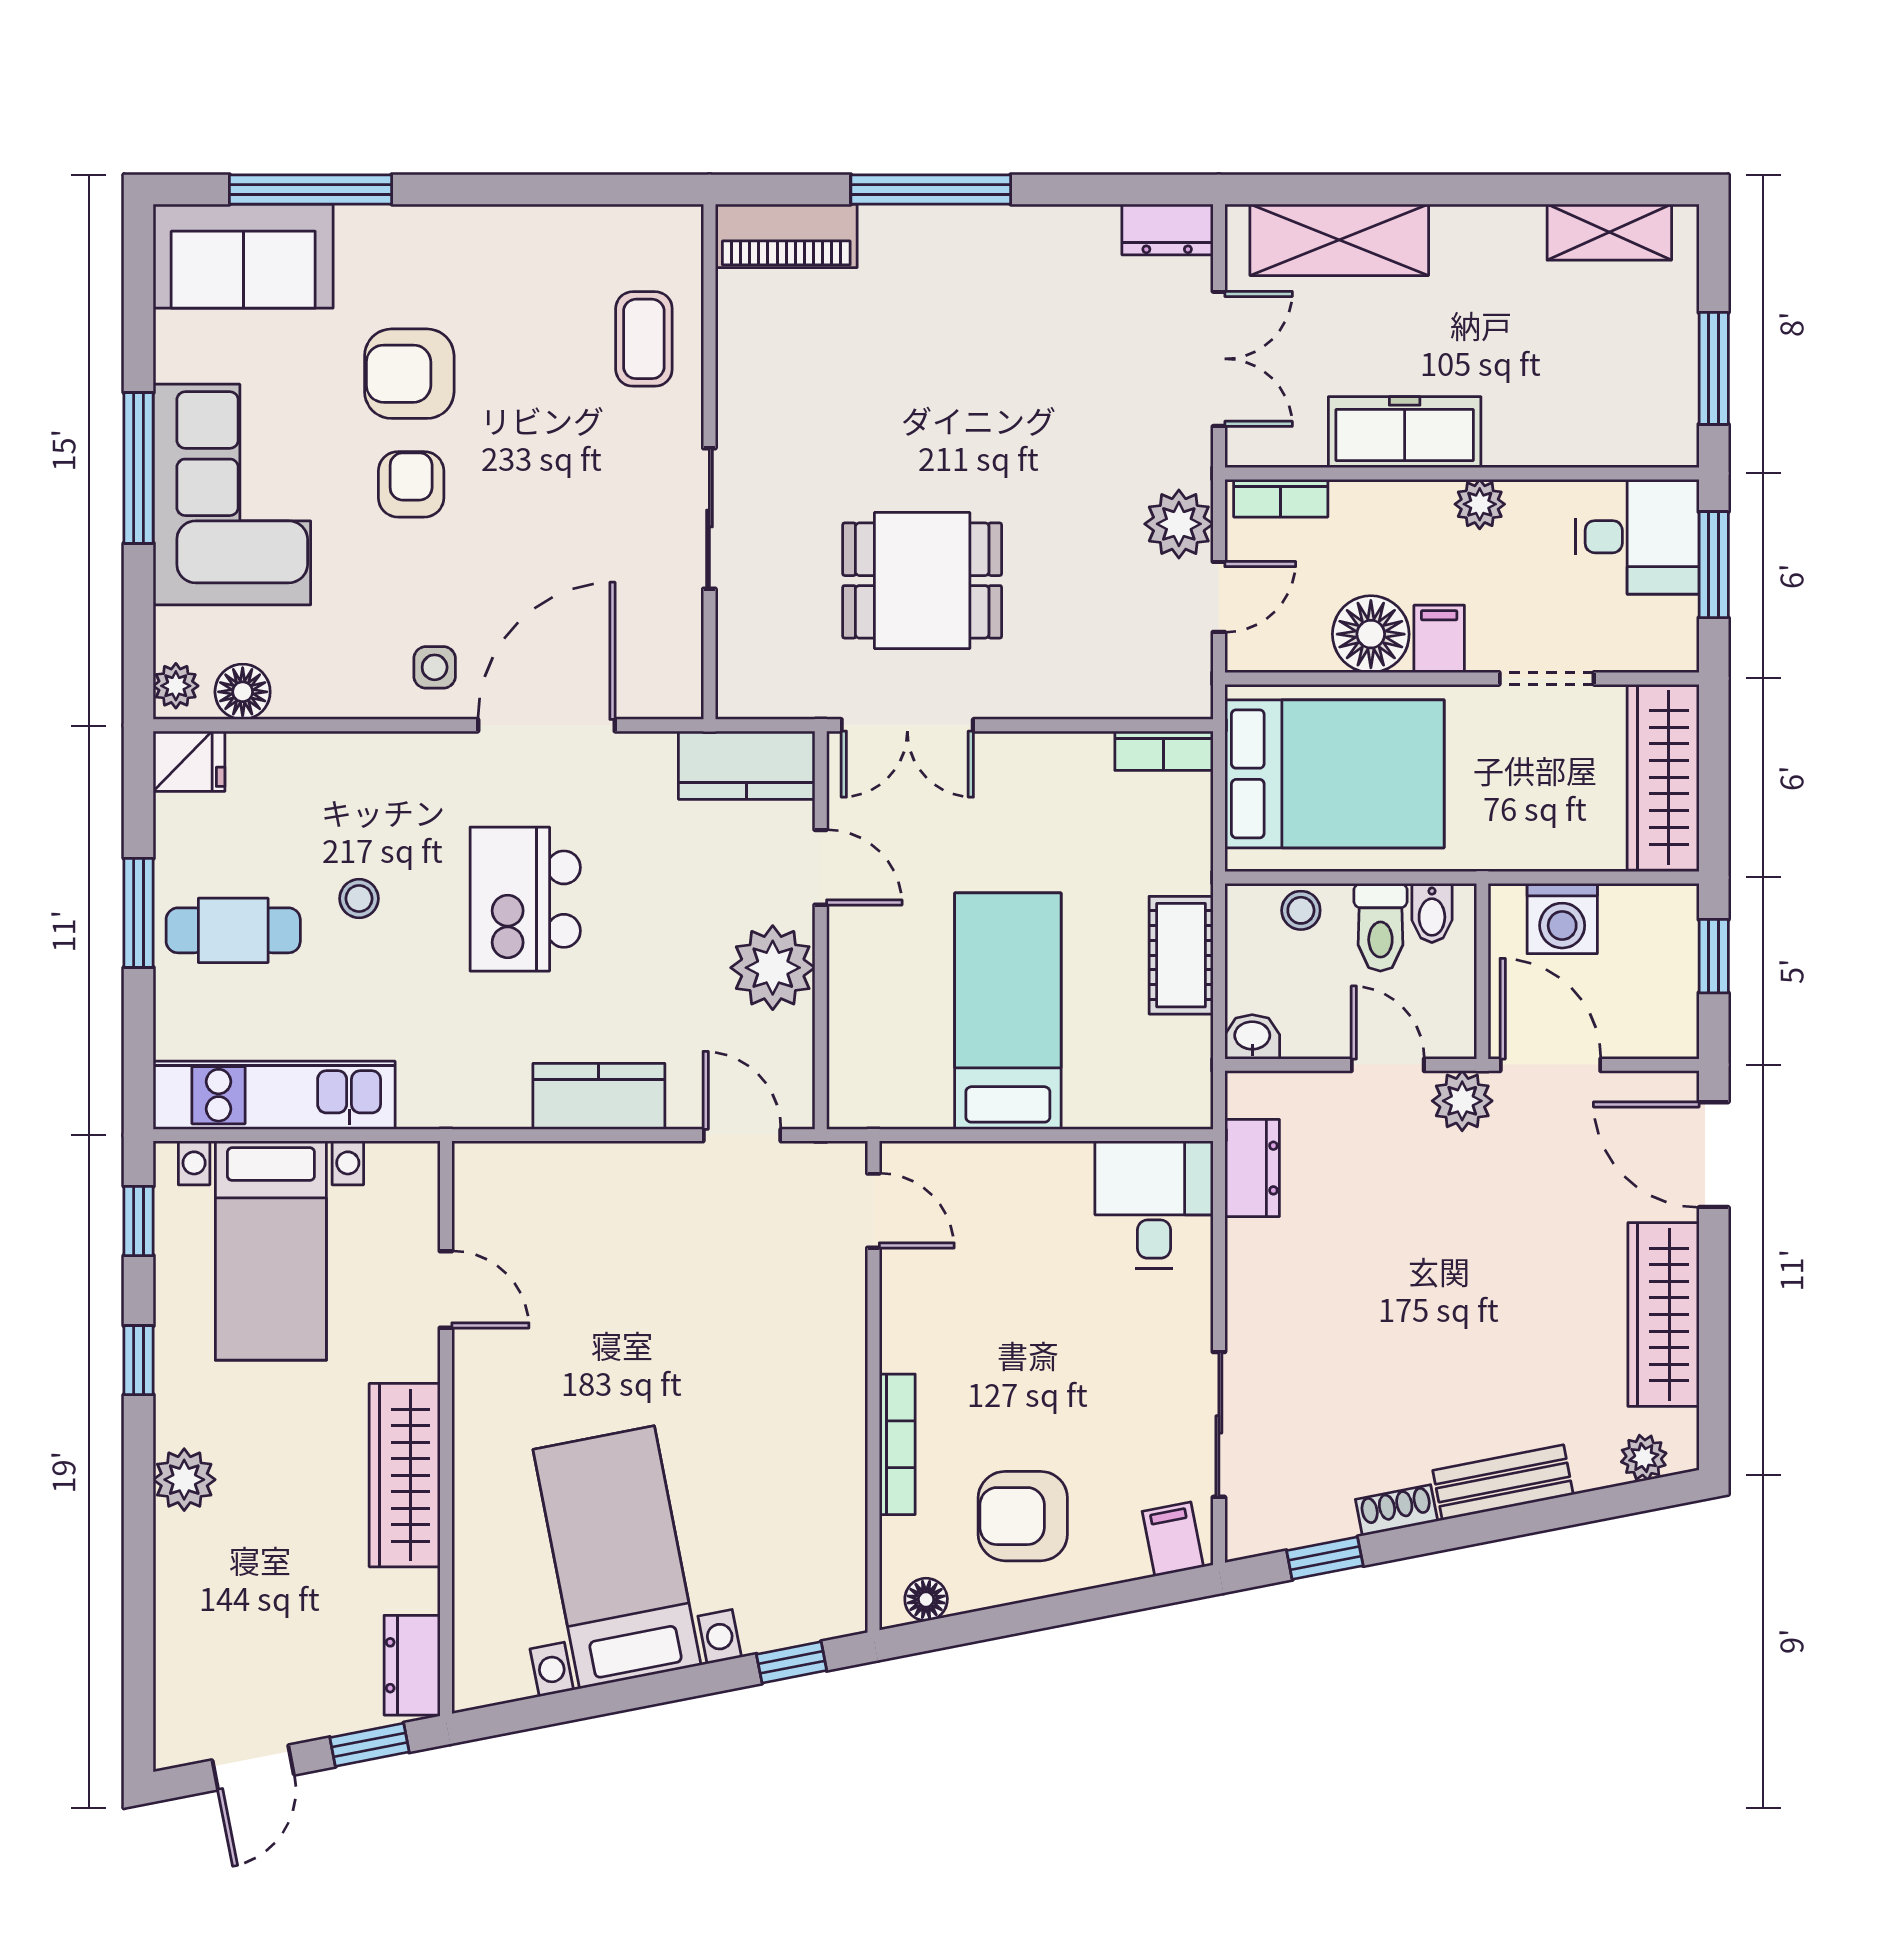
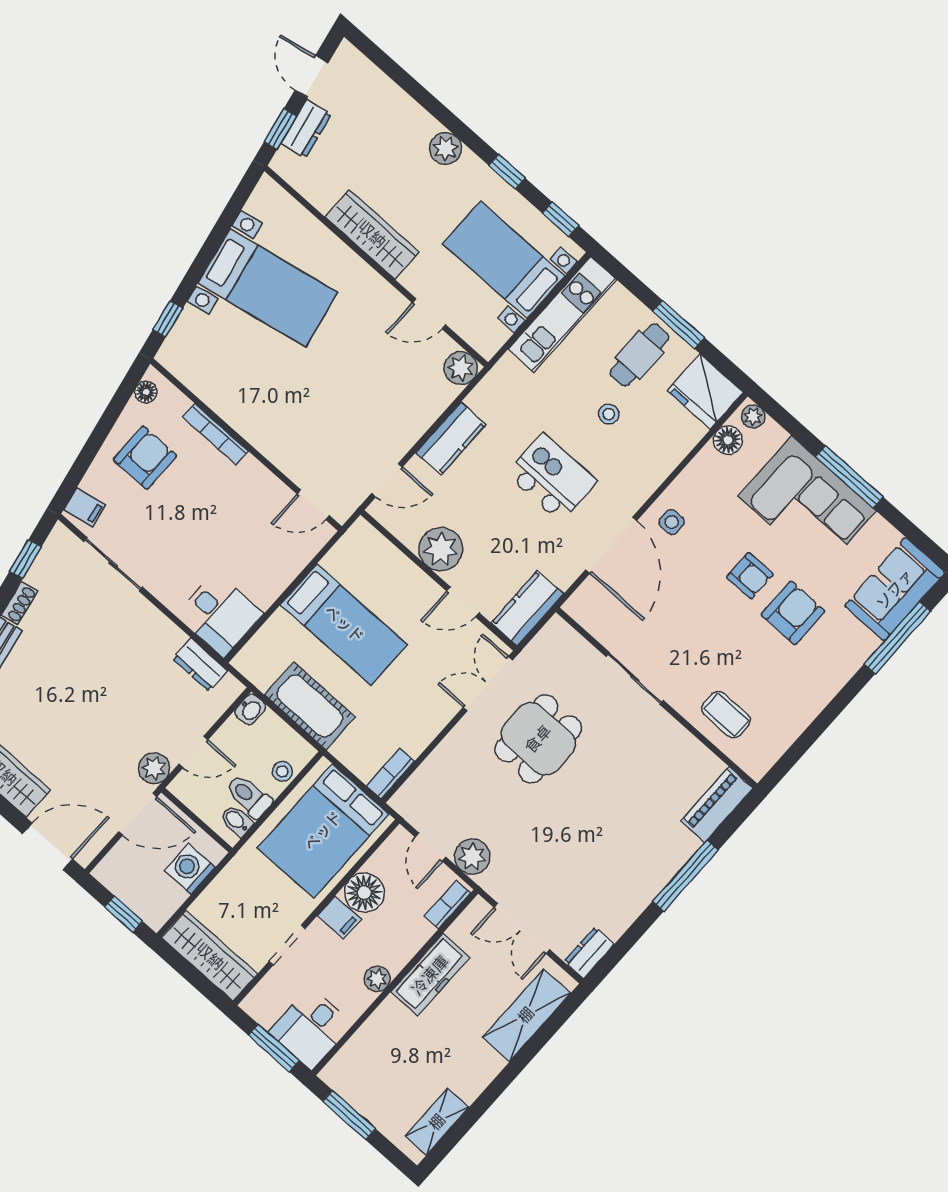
fridge: (189, 761) -> (705, 391), width x1.88, depth x1.34
cot: (1181, 955) -> (310, 706), width x1.37, depth x1.34
plant: (484, 1173) -> (461, 368), added
dresser: (412, 1665) -> (306, 129), moved, turned 79

